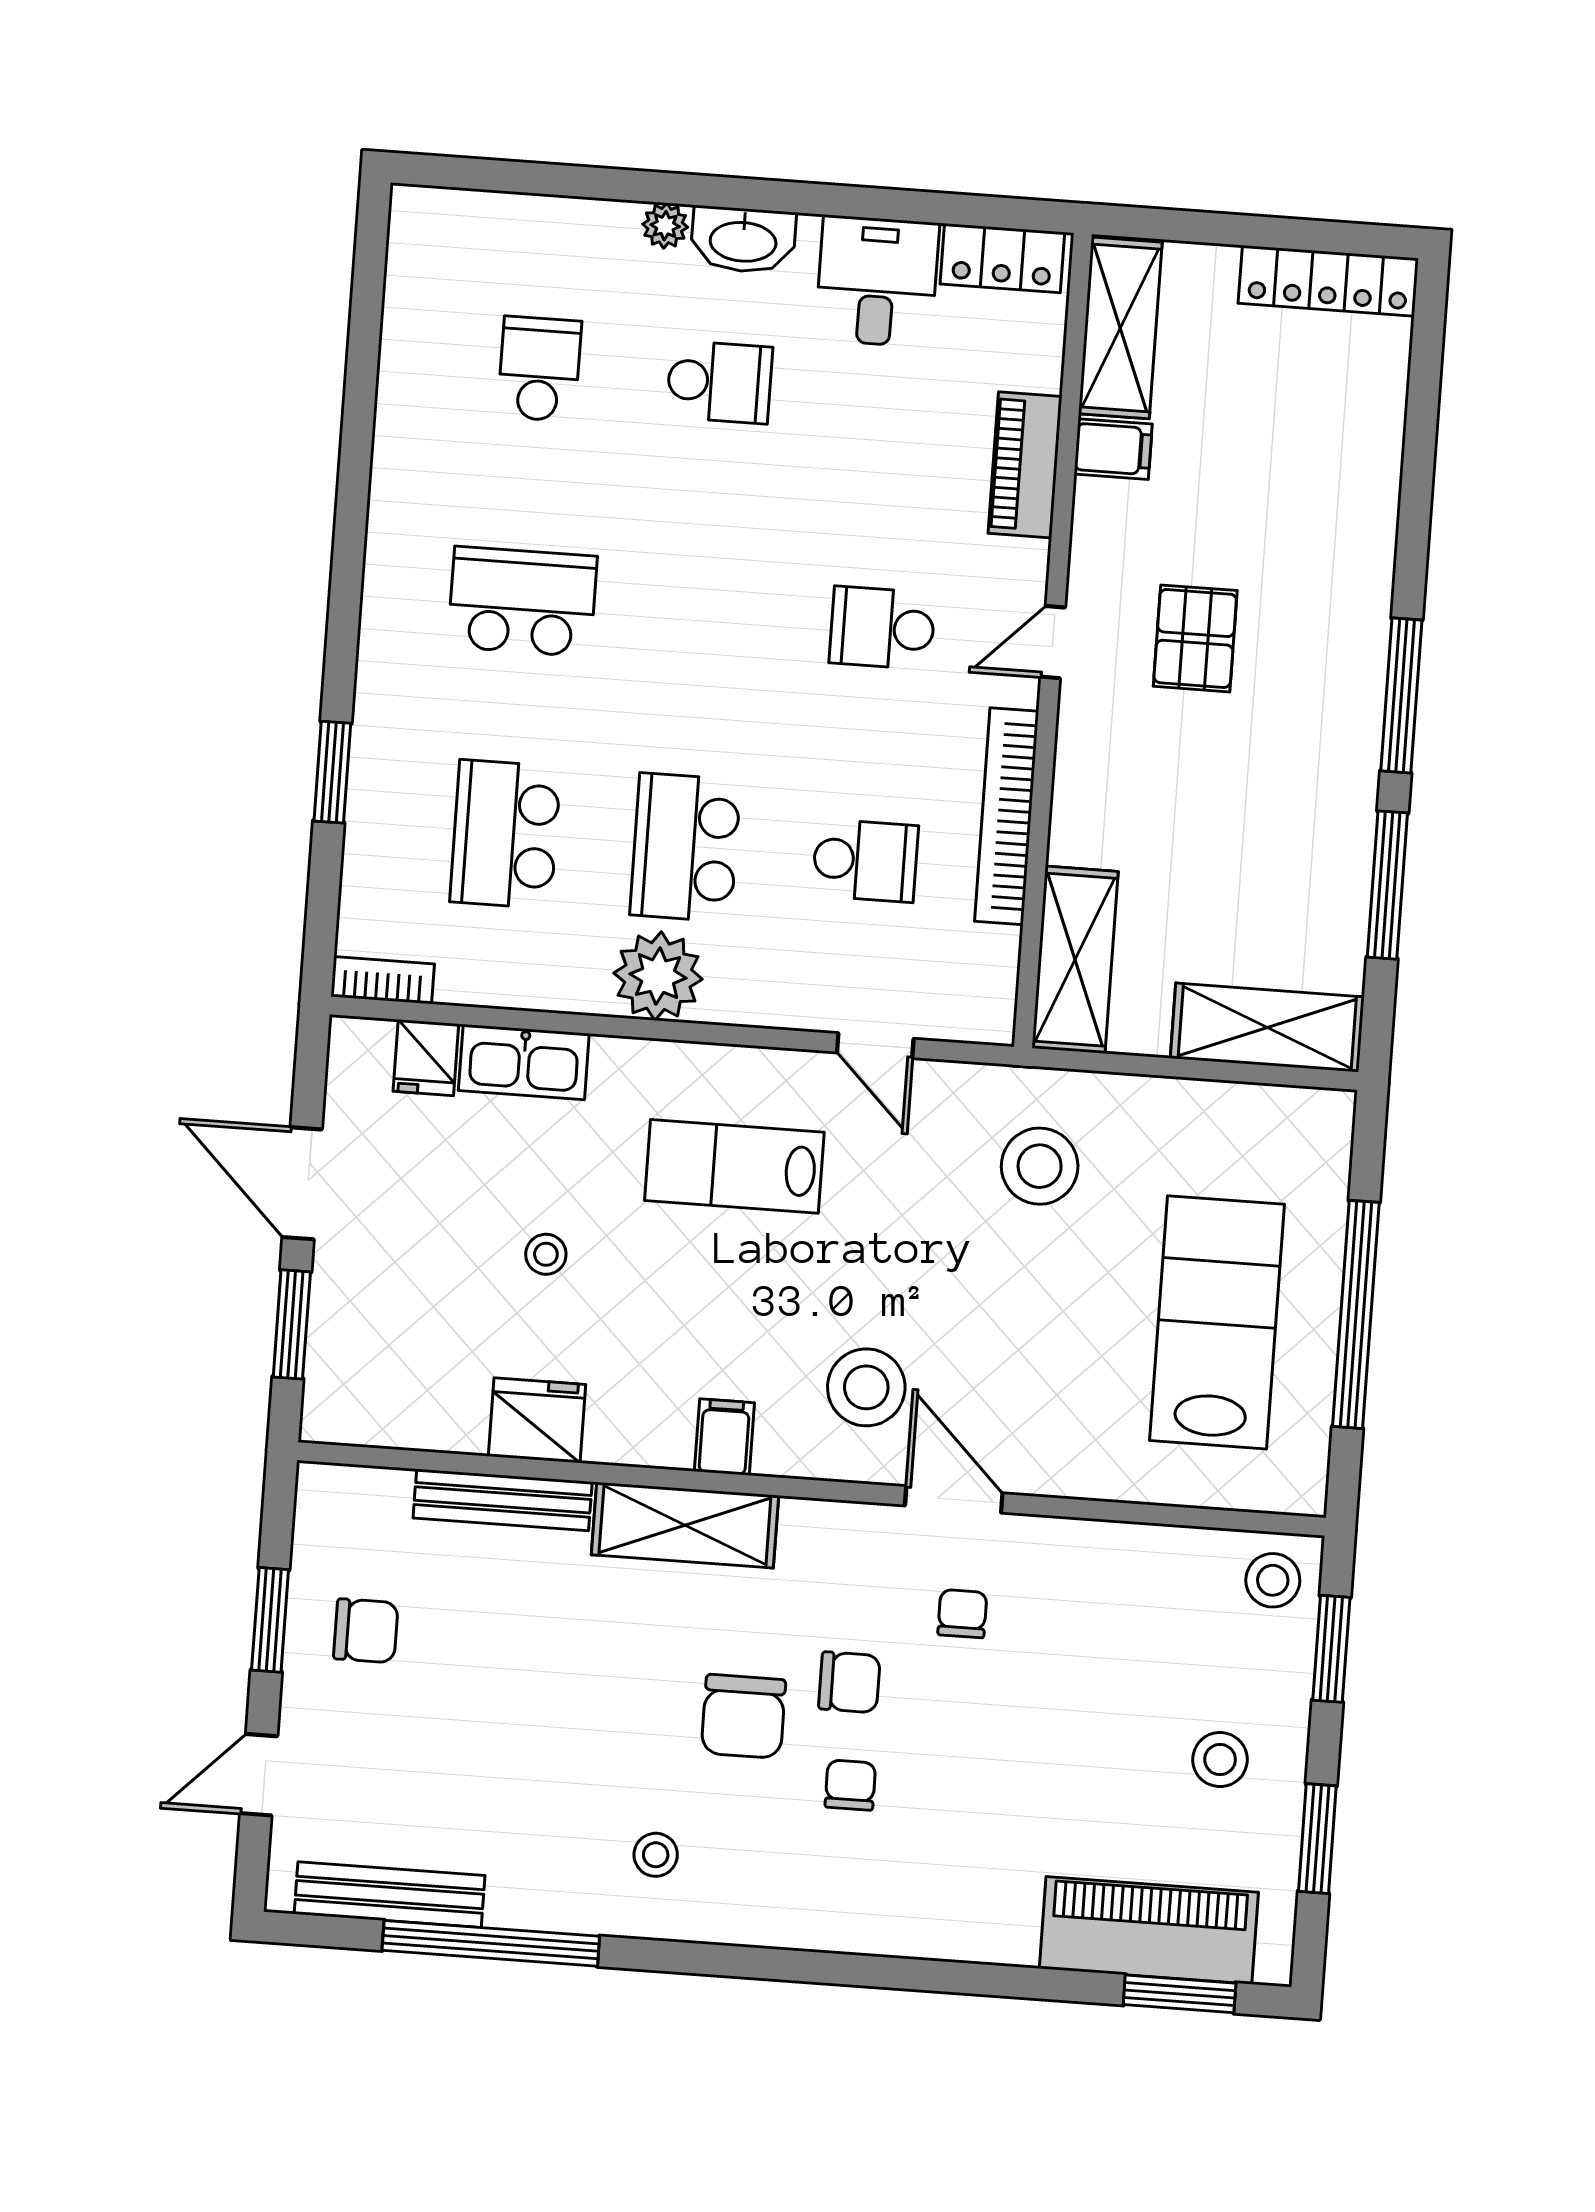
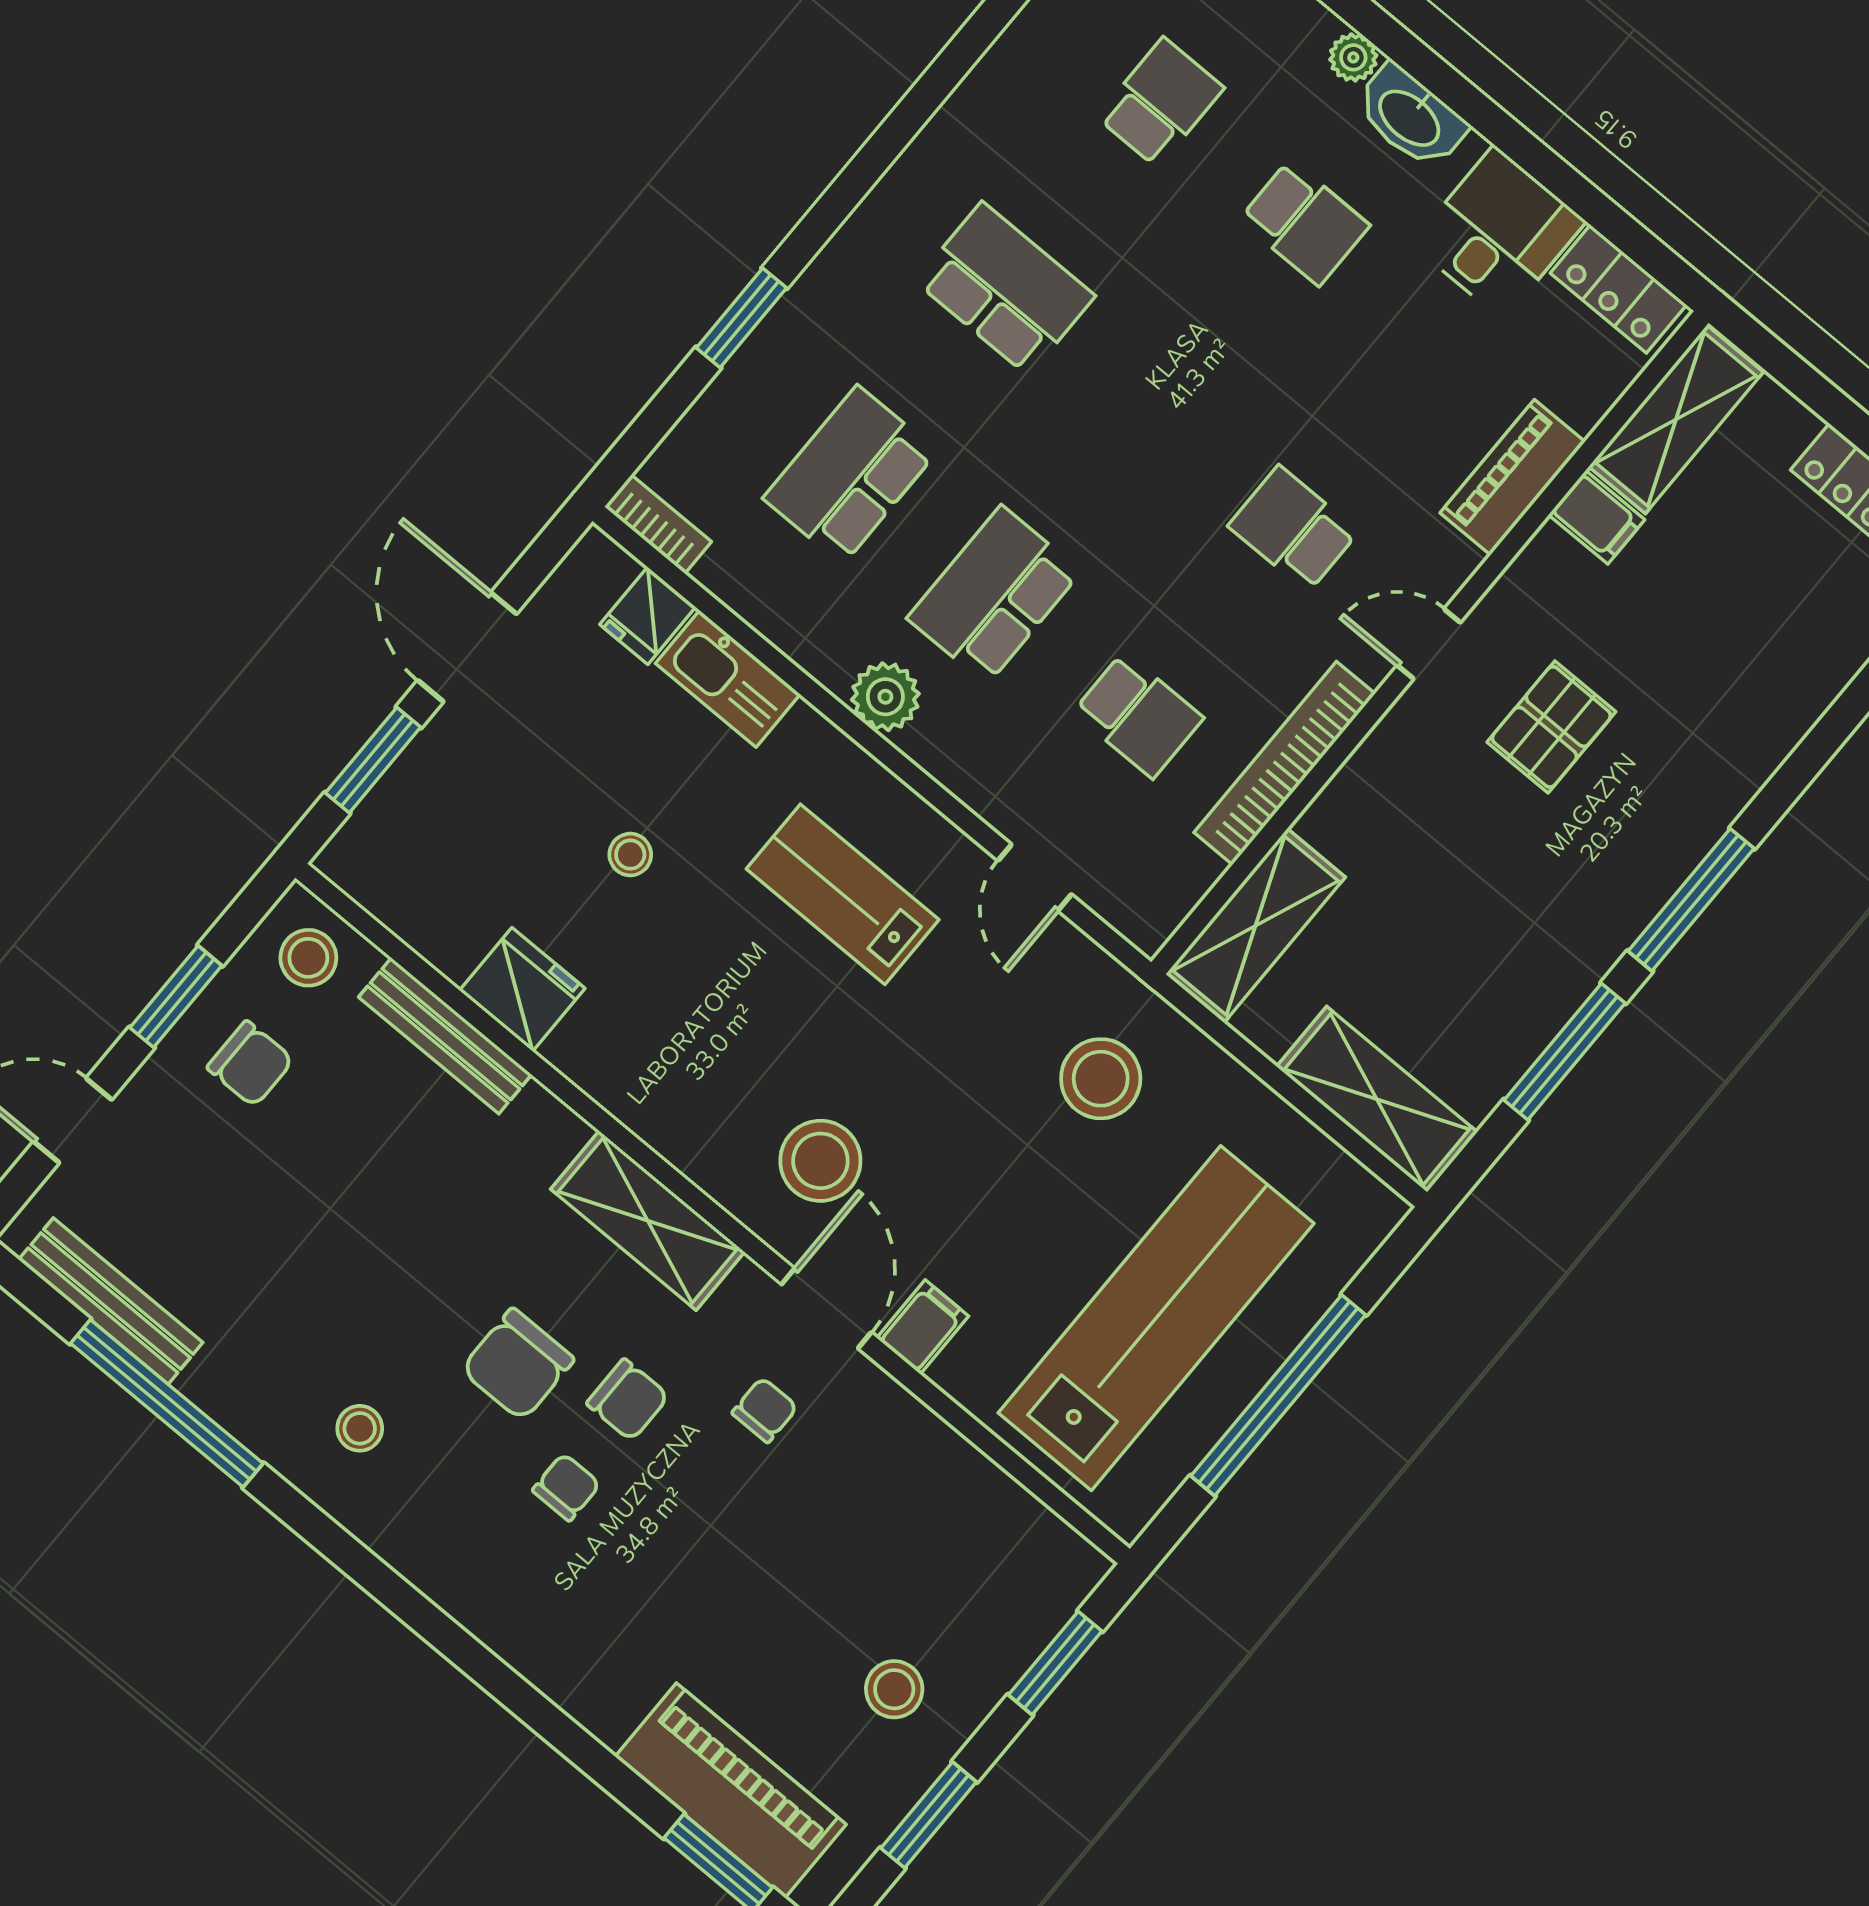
plant: (658, 976) -> (885, 697), width x0.73, depth x0.73
lab bench: (1217, 1322) -> (1156, 1318), width x1.36
filing cabinet: (724, 1437) -> (923, 1327), moved
shelving: (685, 1525) -> (648, 1221), moved
stool: (1273, 1580) -> (308, 958), moved

